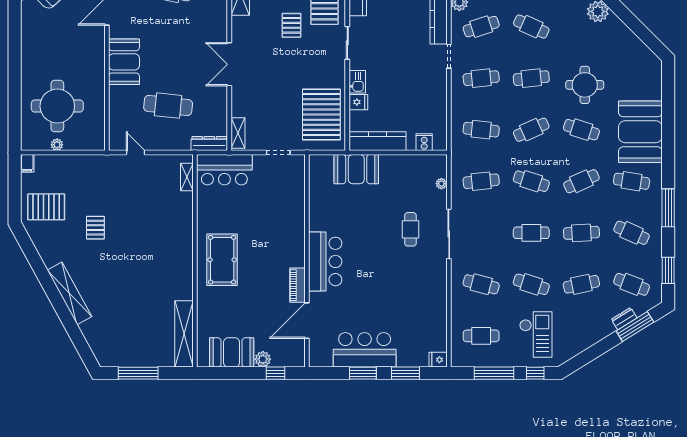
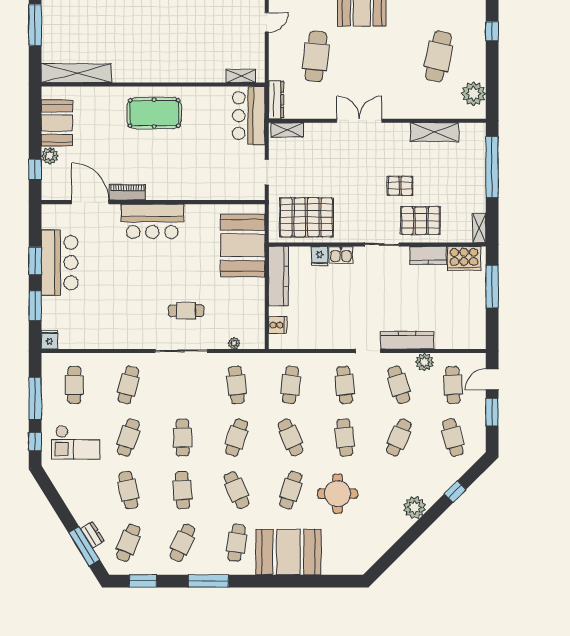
booth: (356, 169) -> (243, 245), width x1.36, depth x1.42

